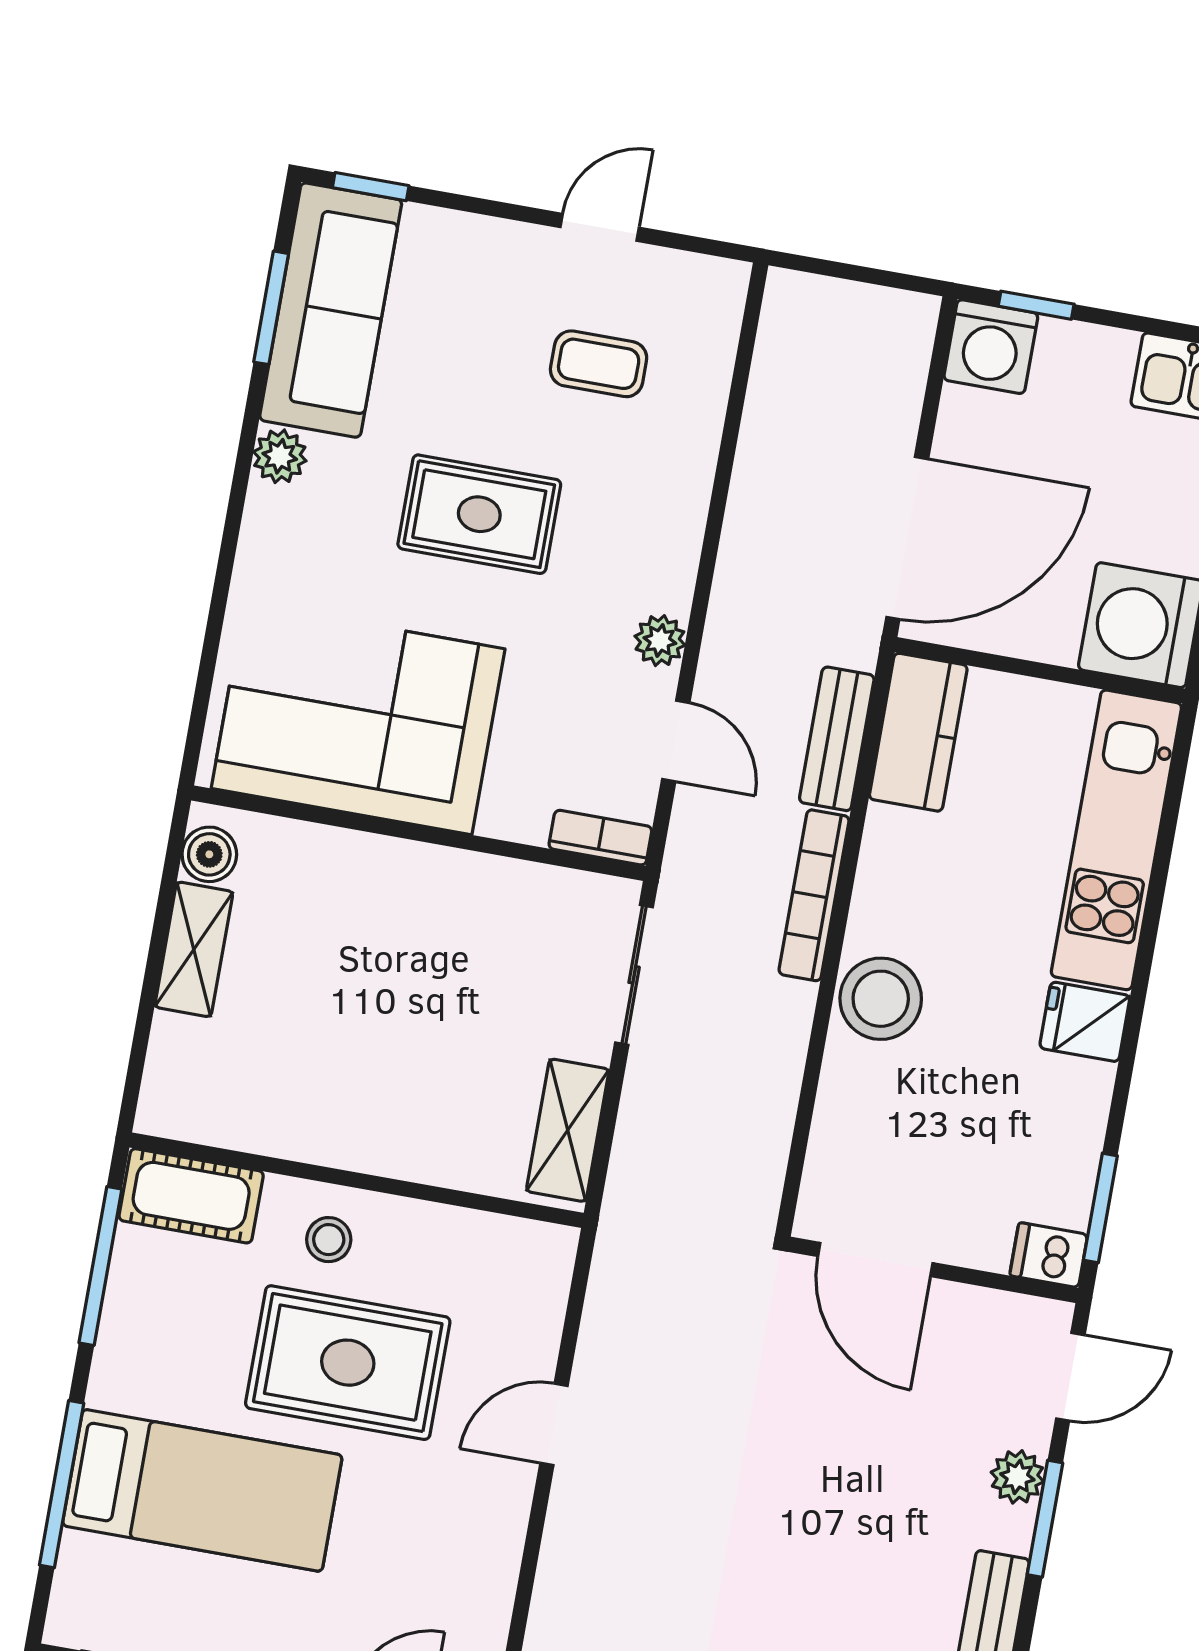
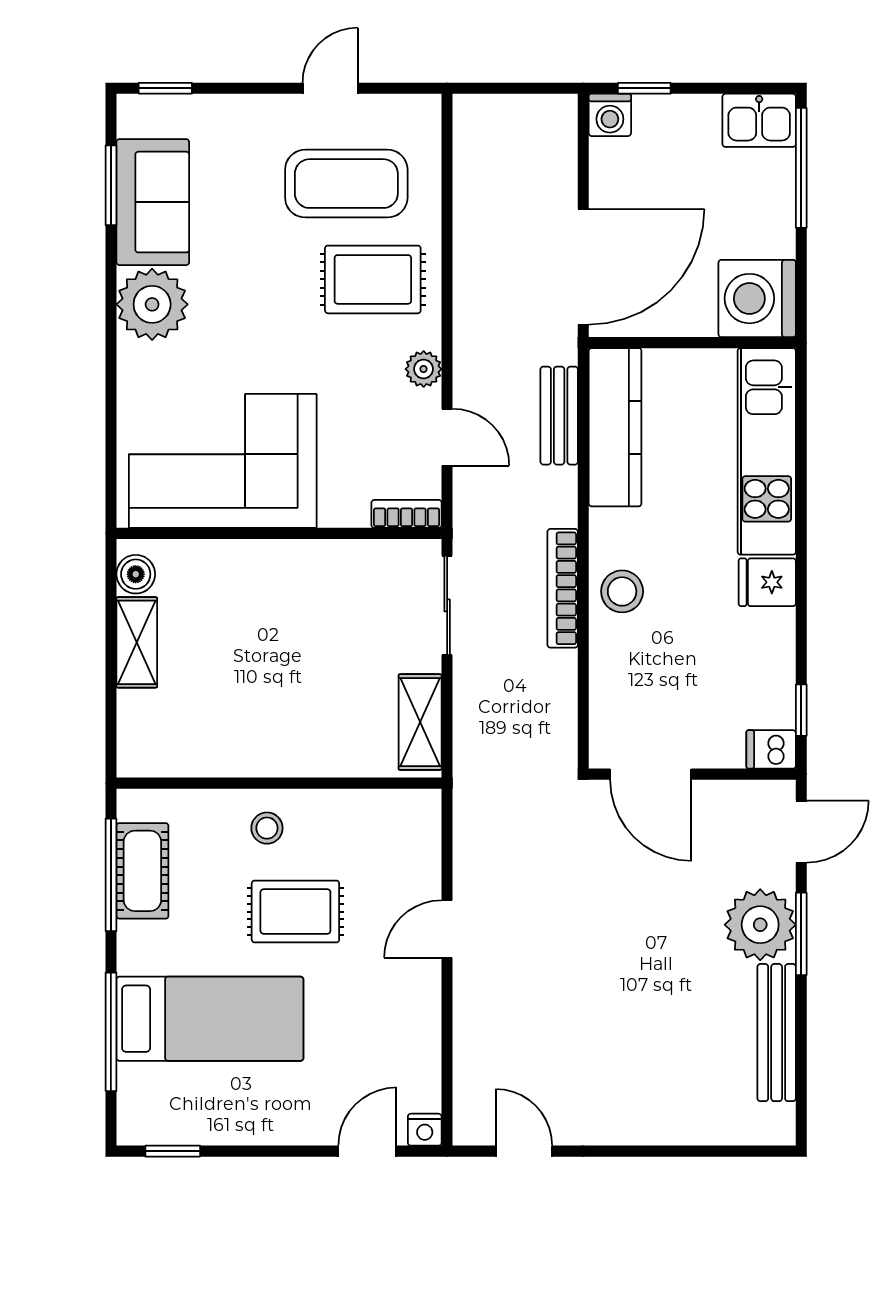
sofa: (331, 310) -> (153, 202), width x0.73
washing machine: (991, 347) -> (610, 115), width x0.73, depth x0.73
coffee table: (599, 364) -> (346, 184), width x1.86, depth x1.72
plant: (280, 456) -> (152, 304), width x1.88, depth x1.88
rug: (479, 514) -> (373, 279), moved
kitchen counter: (918, 732) -> (615, 427), width x1.50
bookcase: (814, 895) -> (563, 588), moved
stool: (881, 999) -> (622, 591), width x0.73, depth x0.73
cot: (191, 1196) -> (142, 871), moved, turned 90
window: (1100, 1208) -> (801, 710), width x0.67
rug: (348, 1363) -> (295, 912), width x0.73, depth x0.70
plant: (1017, 1477) -> (760, 925), width x1.88, depth x1.88

